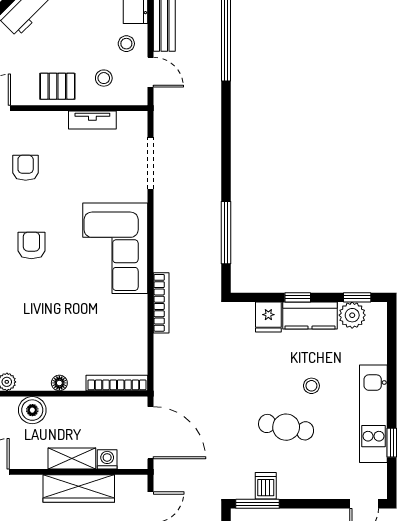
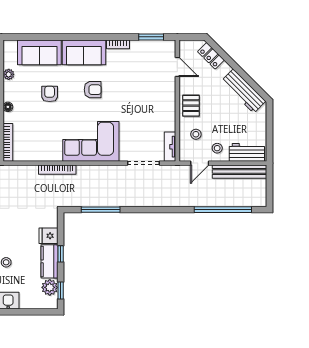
tv unit: (92, 120) -> (170, 147), moved
armchair: (26, 168) -> (50, 94), moved, turned -90

